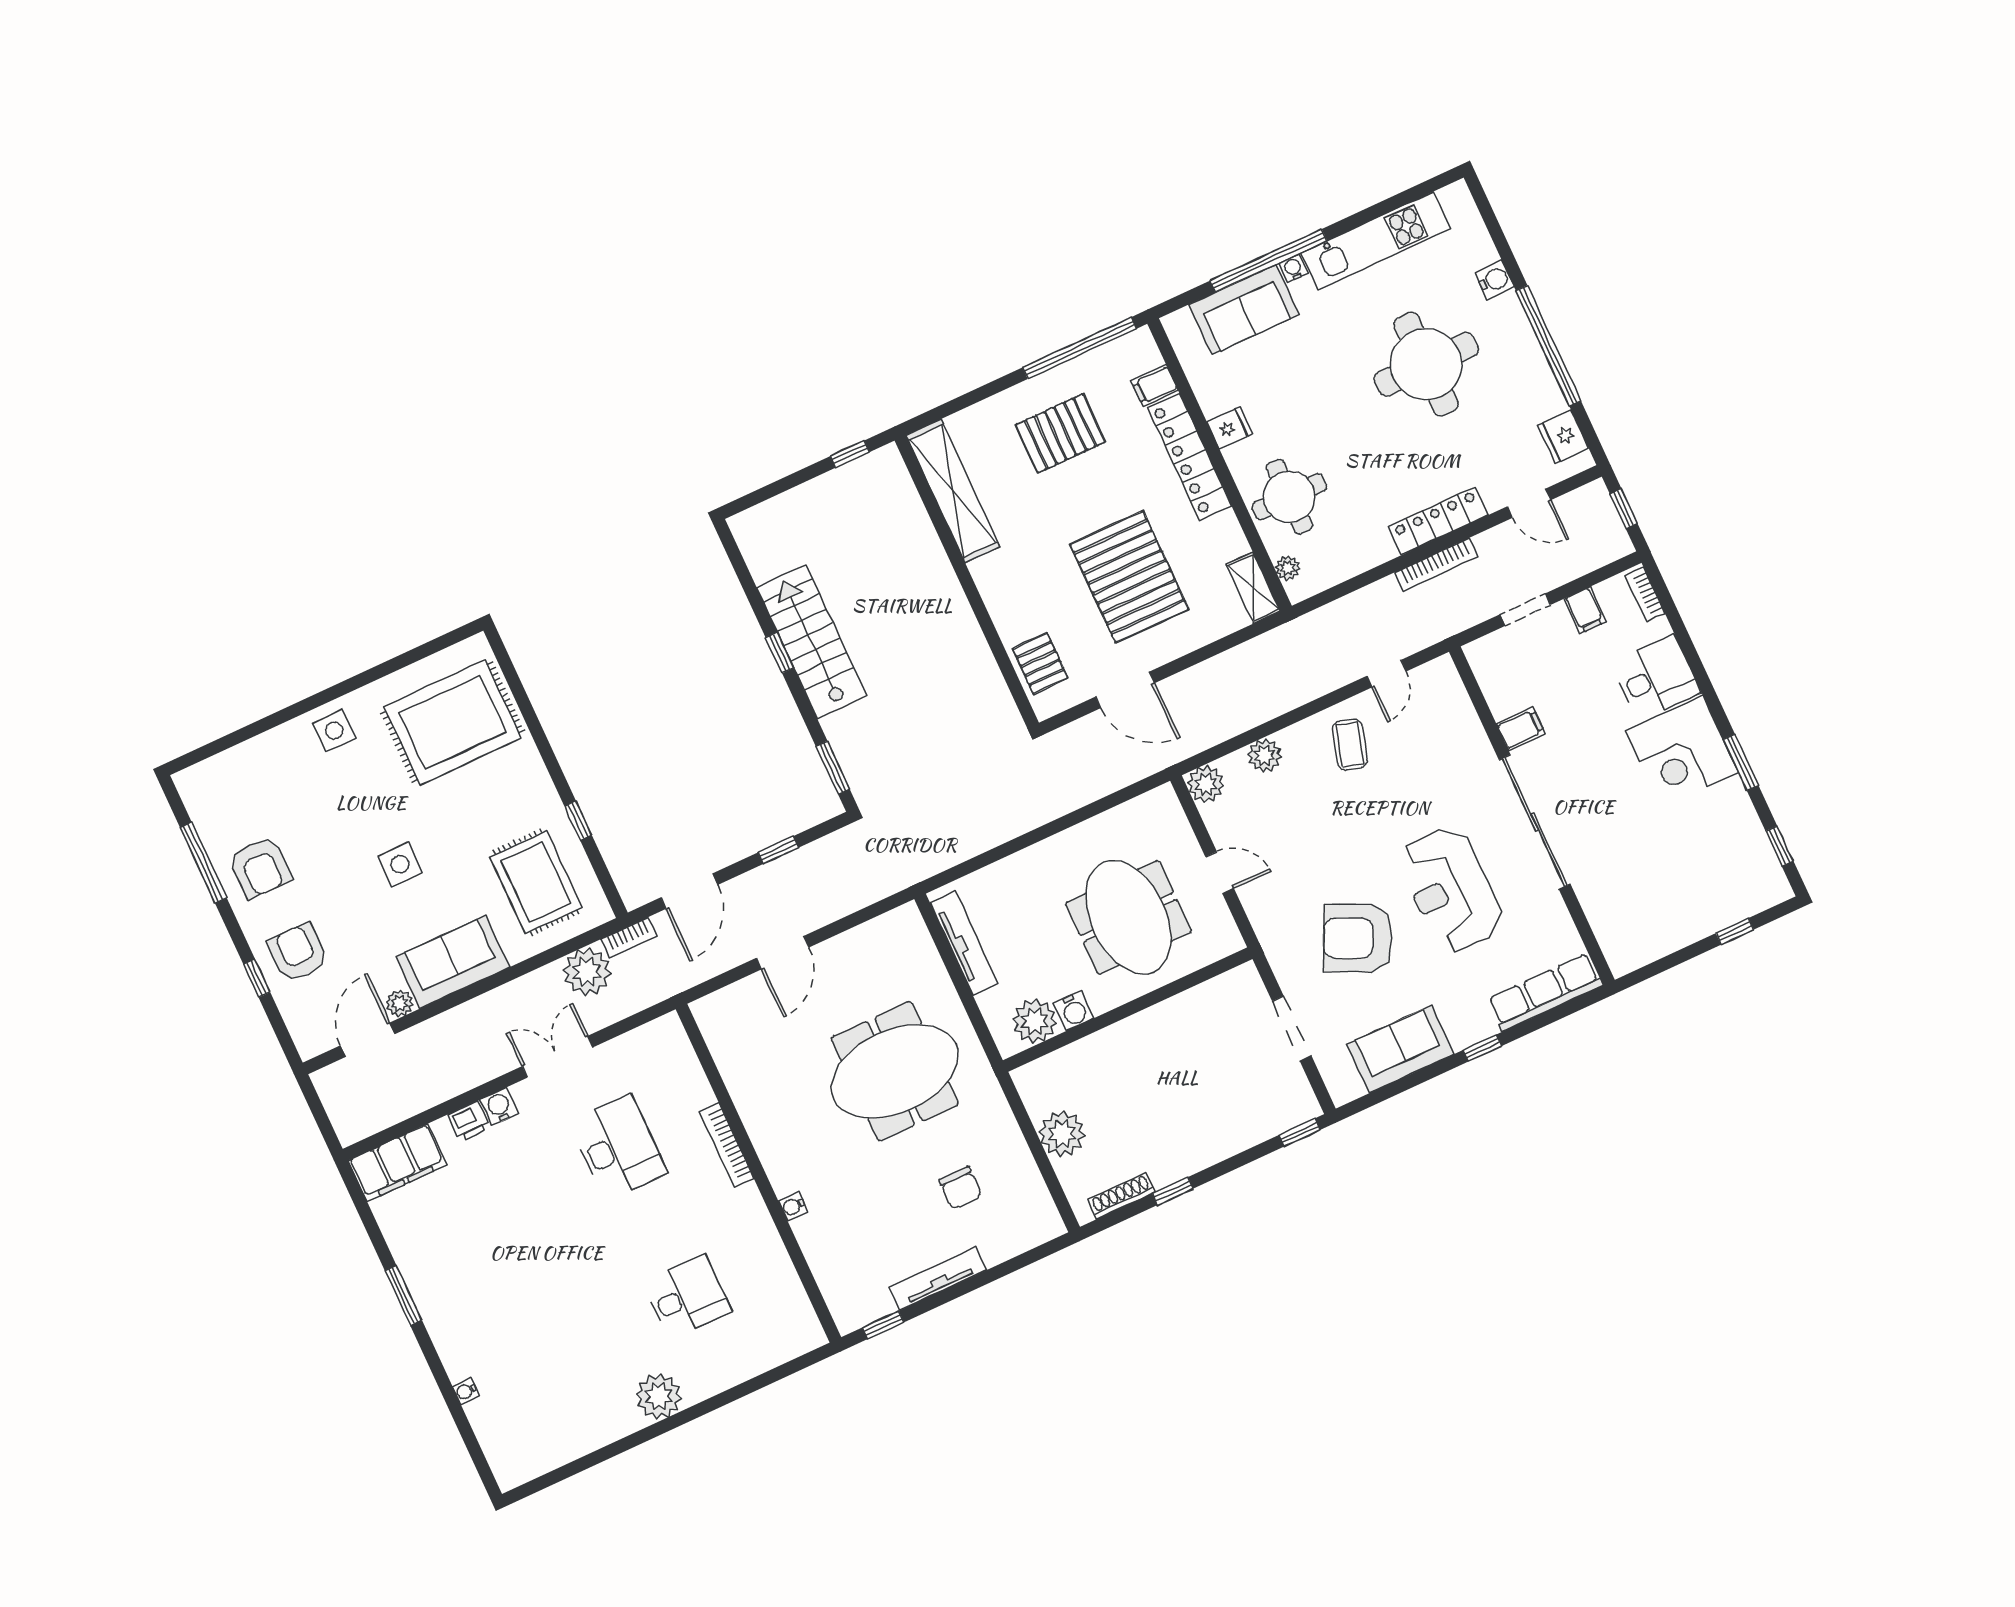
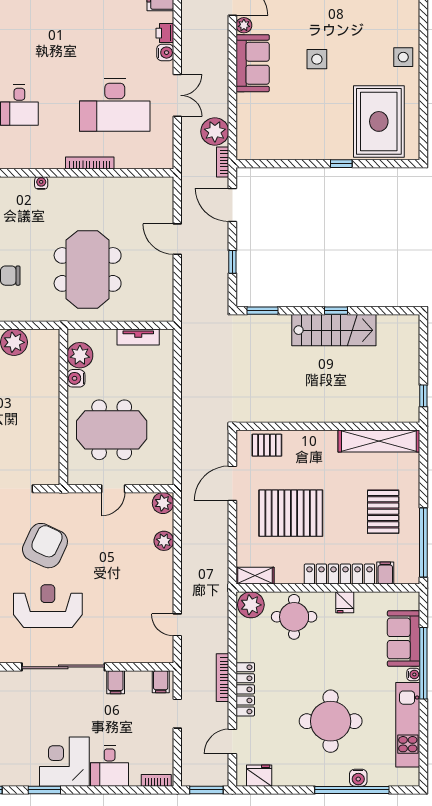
window: (1548, 346) -> (352, 790), moved
window: (1624, 509) -> (206, 790), width x1.50
plant: (1288, 568) -> (251, 605), width x1.88, depth x1.88
filing cabinet: (1585, 610) -> (161, 682), moved, turned -90
coffee table: (1350, 745) -> (149, 588), removed
window: (578, 821) -> (341, 164), moved
rug: (536, 882) -> (274, 126), removed
tv unit: (964, 943) -> (138, 337), width x0.71
desk: (618, 1147) -> (115, 105), width x1.36, depth x1.30

